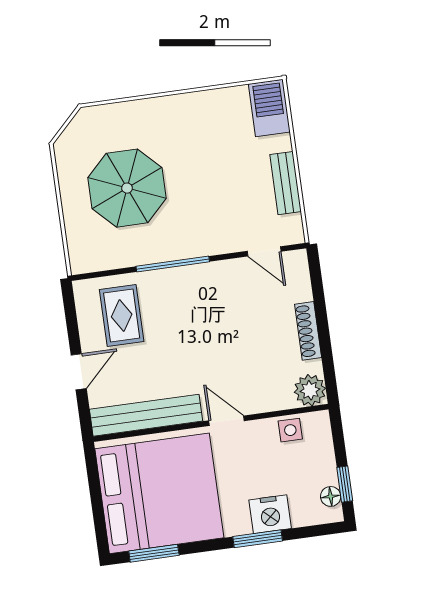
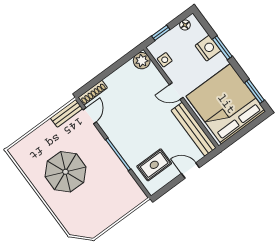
barbecue: (269, 108) -> (23, 149), removed
bench: (286, 183) -> (66, 113), moved
parasol: (127, 188) -> (66, 172), moved
shoe rack: (308, 331) -> (93, 93), moved
door: (226, 421) -> (176, 91), hinge flipped
window: (345, 484) -> (161, 33), moved

